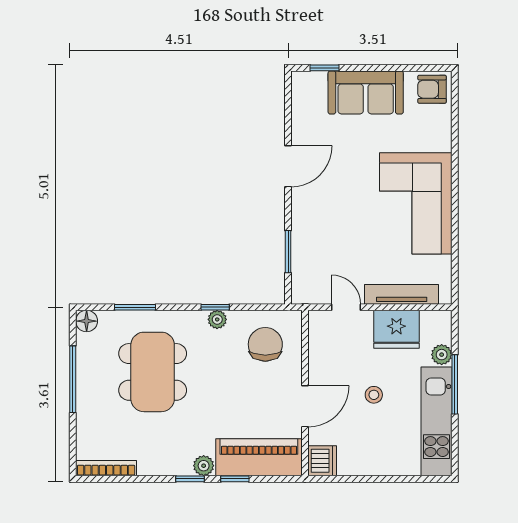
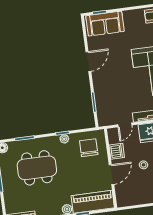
sofa: (366, 92) -> (105, 24), moved
door: (346, 307) -> (125, 125), swing flipped
dining table: (153, 372) -> (37, 168), turned 90
dishwasher: (322, 461) -> (117, 151), moved

